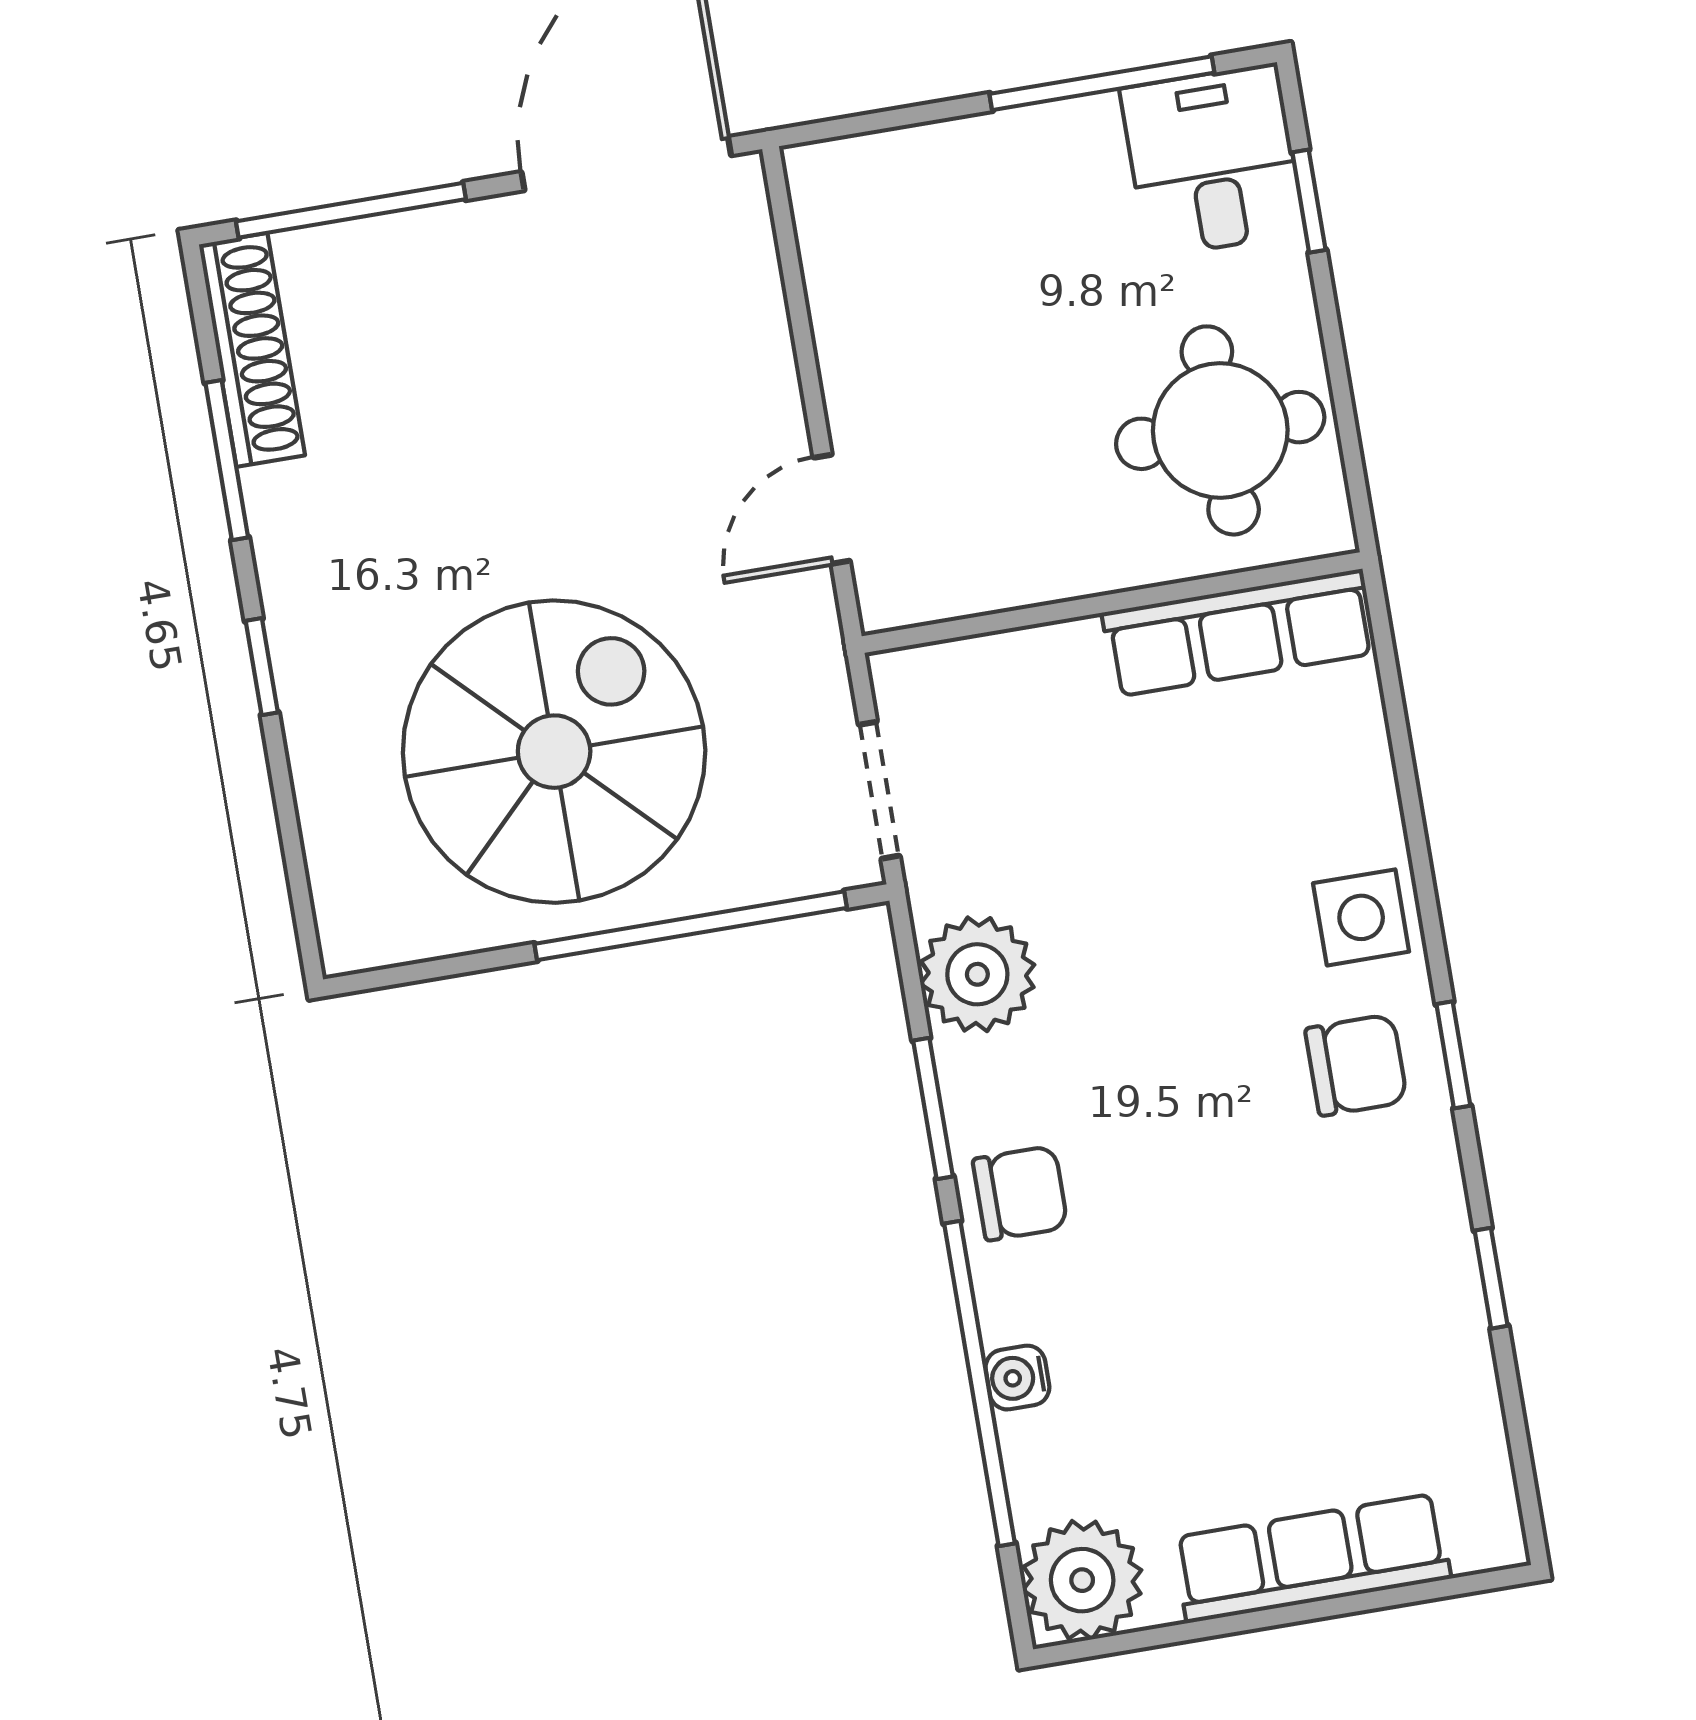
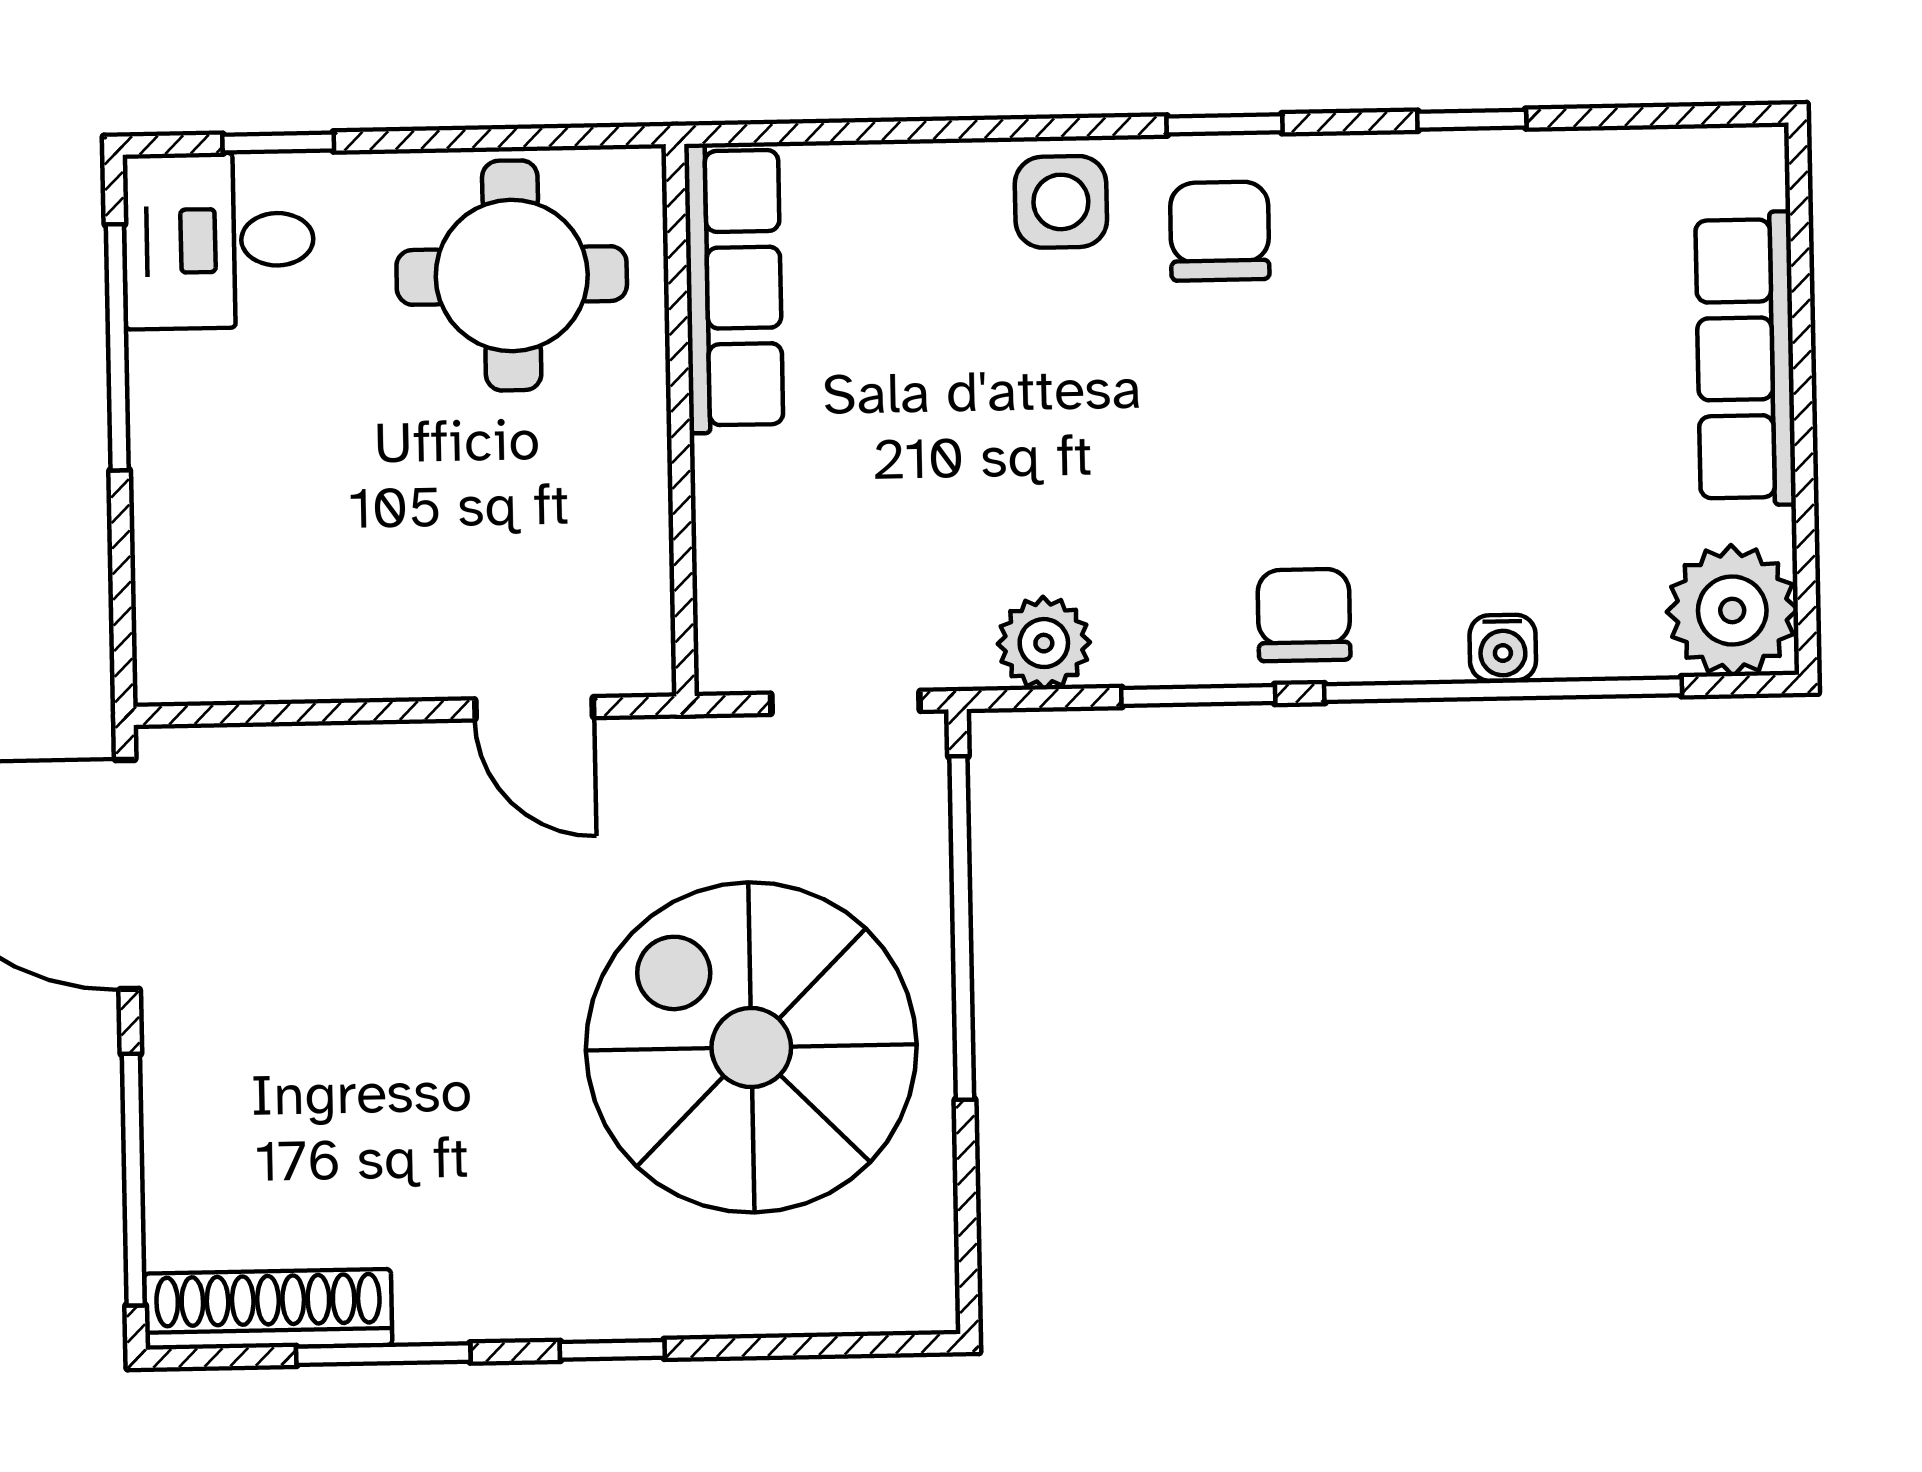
plant: (977, 974) -> (1044, 643), width x0.73, depth x0.73

